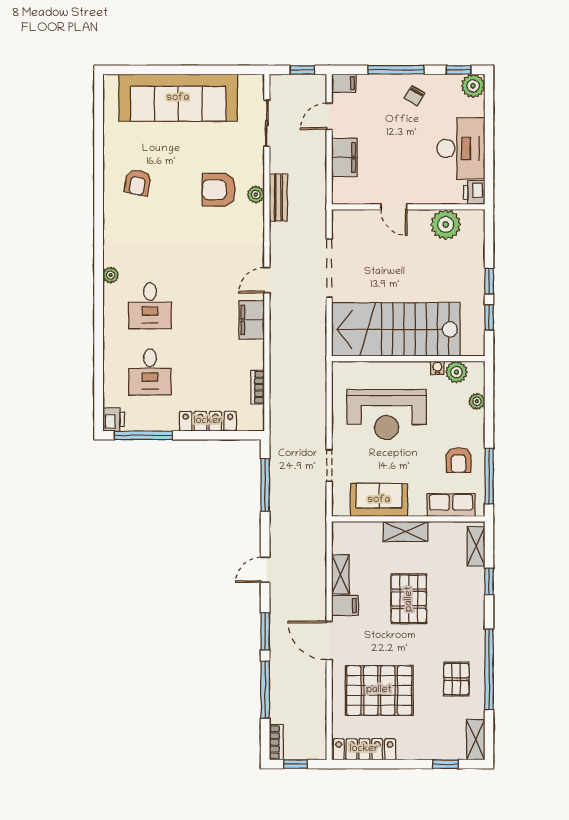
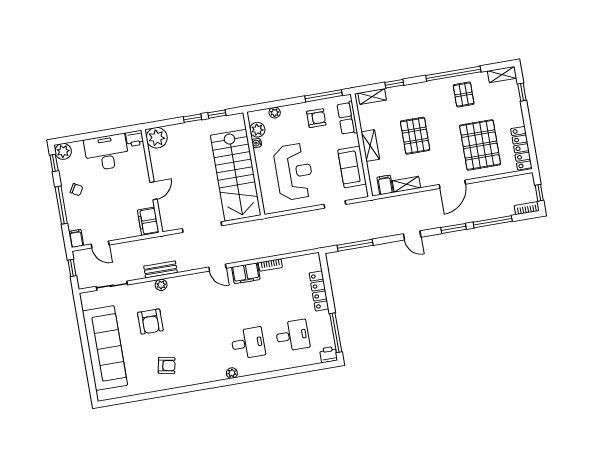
filing cabinet: (344, 158) -> (148, 221), moved, turned -90
armchair: (219, 190) -> (150, 322), moved
plant: (446, 225) -> (157, 138), moved
bookcase: (258, 387) -> (270, 265), moved
pallet: (409, 599) -> (415, 136), turned 90
filing cabinet: (345, 606) -> (385, 185), moved
pallet: (456, 679) -> (464, 95), turned 90

